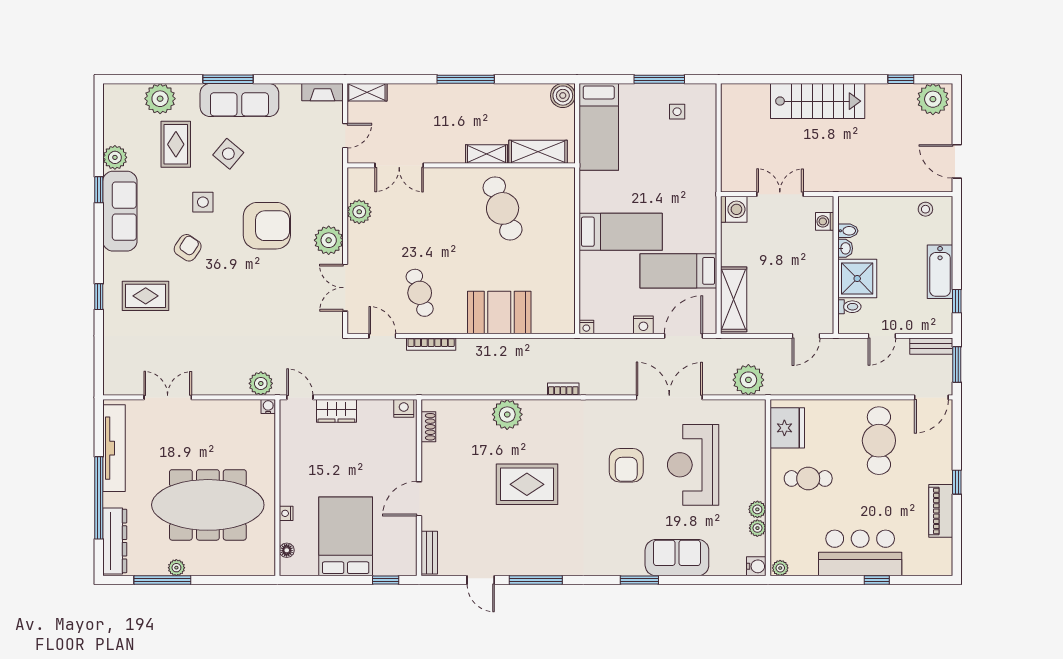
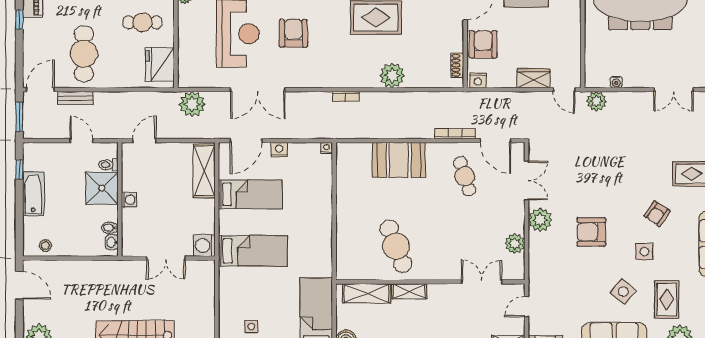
washing machine: (825, 221) -> (129, 200), moved
armchair: (267, 226) -> (591, 232), width x0.73, depth x0.73
bed: (621, 232) -> (253, 251), moved, turned 180
washbasin: (845, 248) -> (112, 242), moved
door: (382, 336) -> (496, 141), width x1.38
door: (882, 336) -> (81, 141), hinge flipped
bench: (931, 346) -> (75, 98), moved
water cooler: (268, 407) -> (616, 82), moved
armchair: (397, 452) -> (483, 44), added

